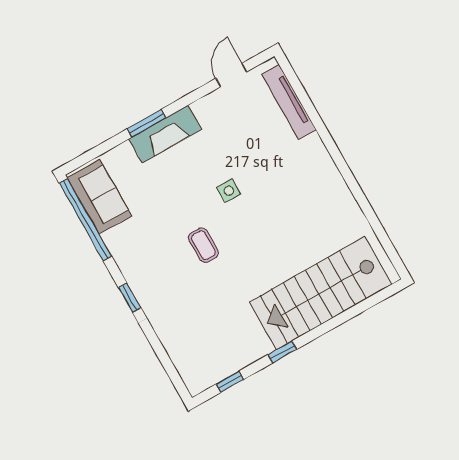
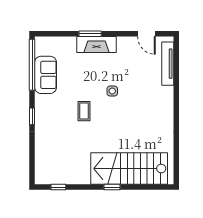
door: (231, 75) -> (146, 34), swing flipped
sofa: (99, 197) -> (46, 75), moved
window: (282, 352) -> (112, 187), moved

